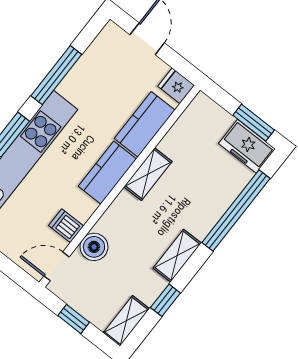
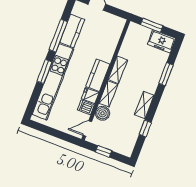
fridge: (176, 86) -> (90, 96), moved
window: (254, 123) -> (152, 25), moved
kitchen counter: (145, 124) -> (72, 31), moved, turned 180
window: (236, 211) -> (166, 74), width x0.47
shelving: (126, 321) -> (108, 94), moved

